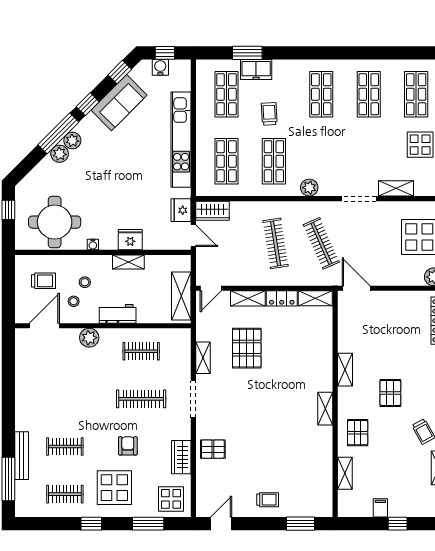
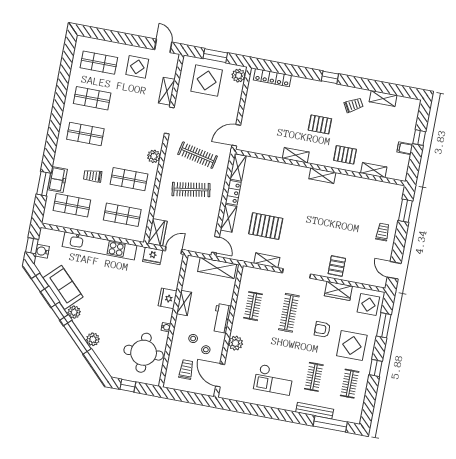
plant: (72, 141) -> (74, 312), moved
clothes rail: (321, 243) -> (198, 155), turned 36
checkout: (52, 396) -> (274, 380), added

